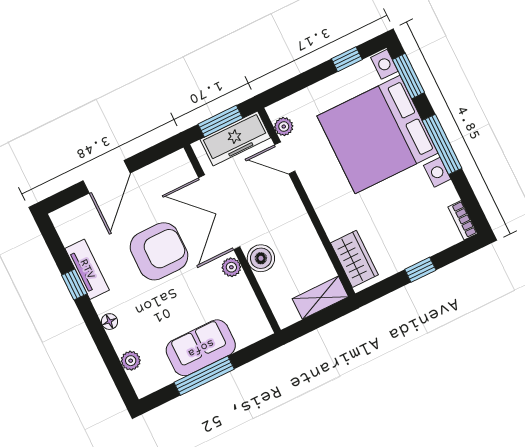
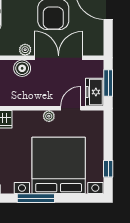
window: (409, 76) -> (82, 198), removed
plant: (284, 127) -> (49, 116), moved
freezer: (235, 138) -> (95, 92), width x0.71

